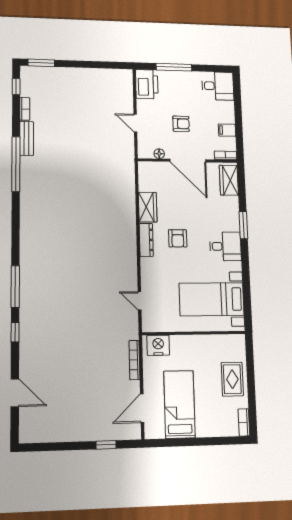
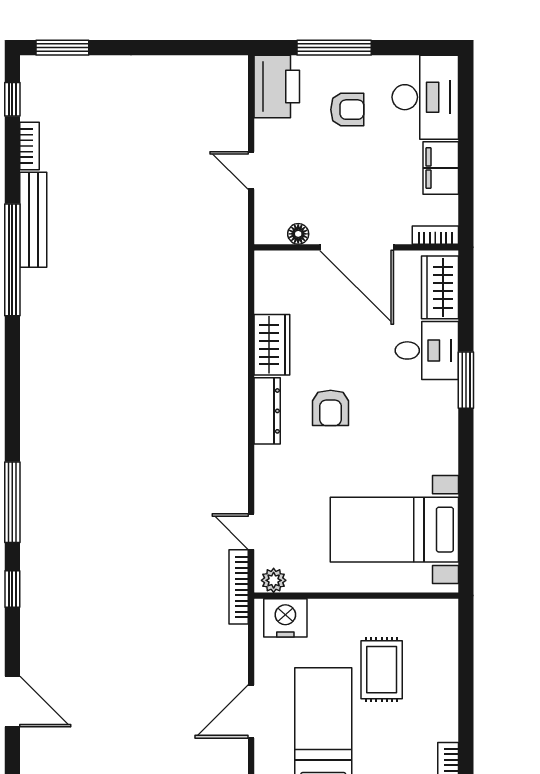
desk: (218, 86) -> (425, 97), width x1.37
armchair: (181, 124) -> (347, 110), moved
filing cabinet: (227, 130) -> (441, 168), width x2.00
bench: (27, 138) -> (33, 220), width x1.36
desk: (225, 246) -> (427, 350), moved
plant: (152, 326) -> (274, 580), added
bookcase: (134, 360) -> (239, 587), moved
rug: (232, 379) -> (382, 670), moved
door: (142, 408) -> (251, 711), moved

